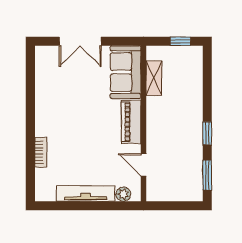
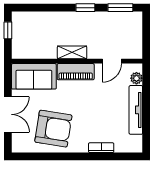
shelving: (154, 78) -> (72, 52), moved
armchair: (63, 95) -> (53, 129), added

